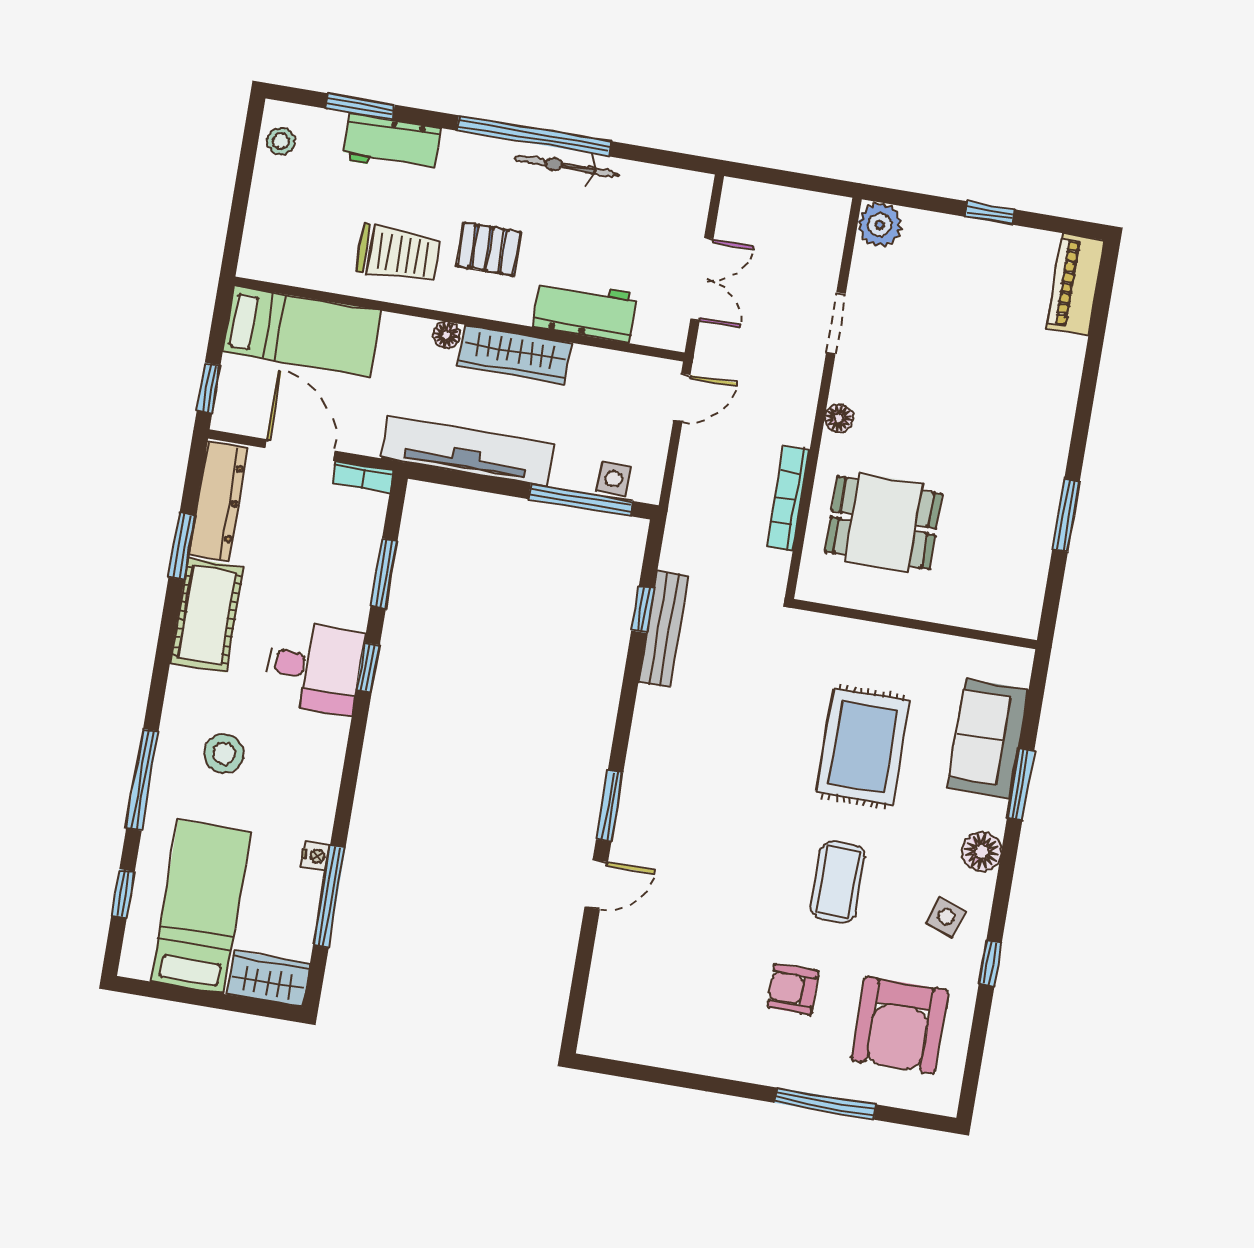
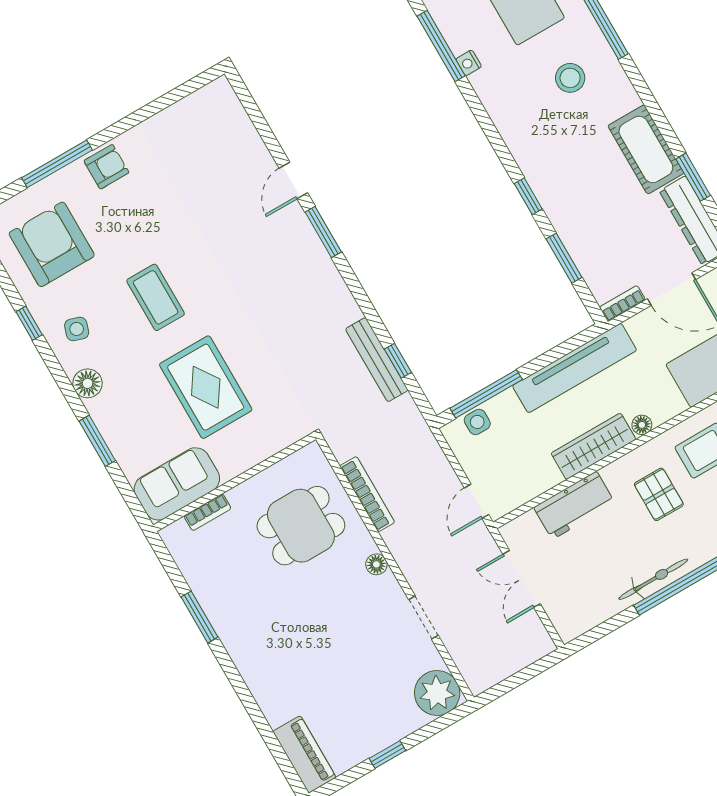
plant: (880, 225) -> (437, 693), width x1.36, depth x1.36
pallet: (488, 249) -> (659, 494), turned 90
bookcase: (968, 616) -> (208, 512), added
desk: (314, 667) -> (559, 171), removed
sofa: (988, 739) -> (177, 484), moved, turned -90
armchair: (793, 989) -> (106, 167), moved

